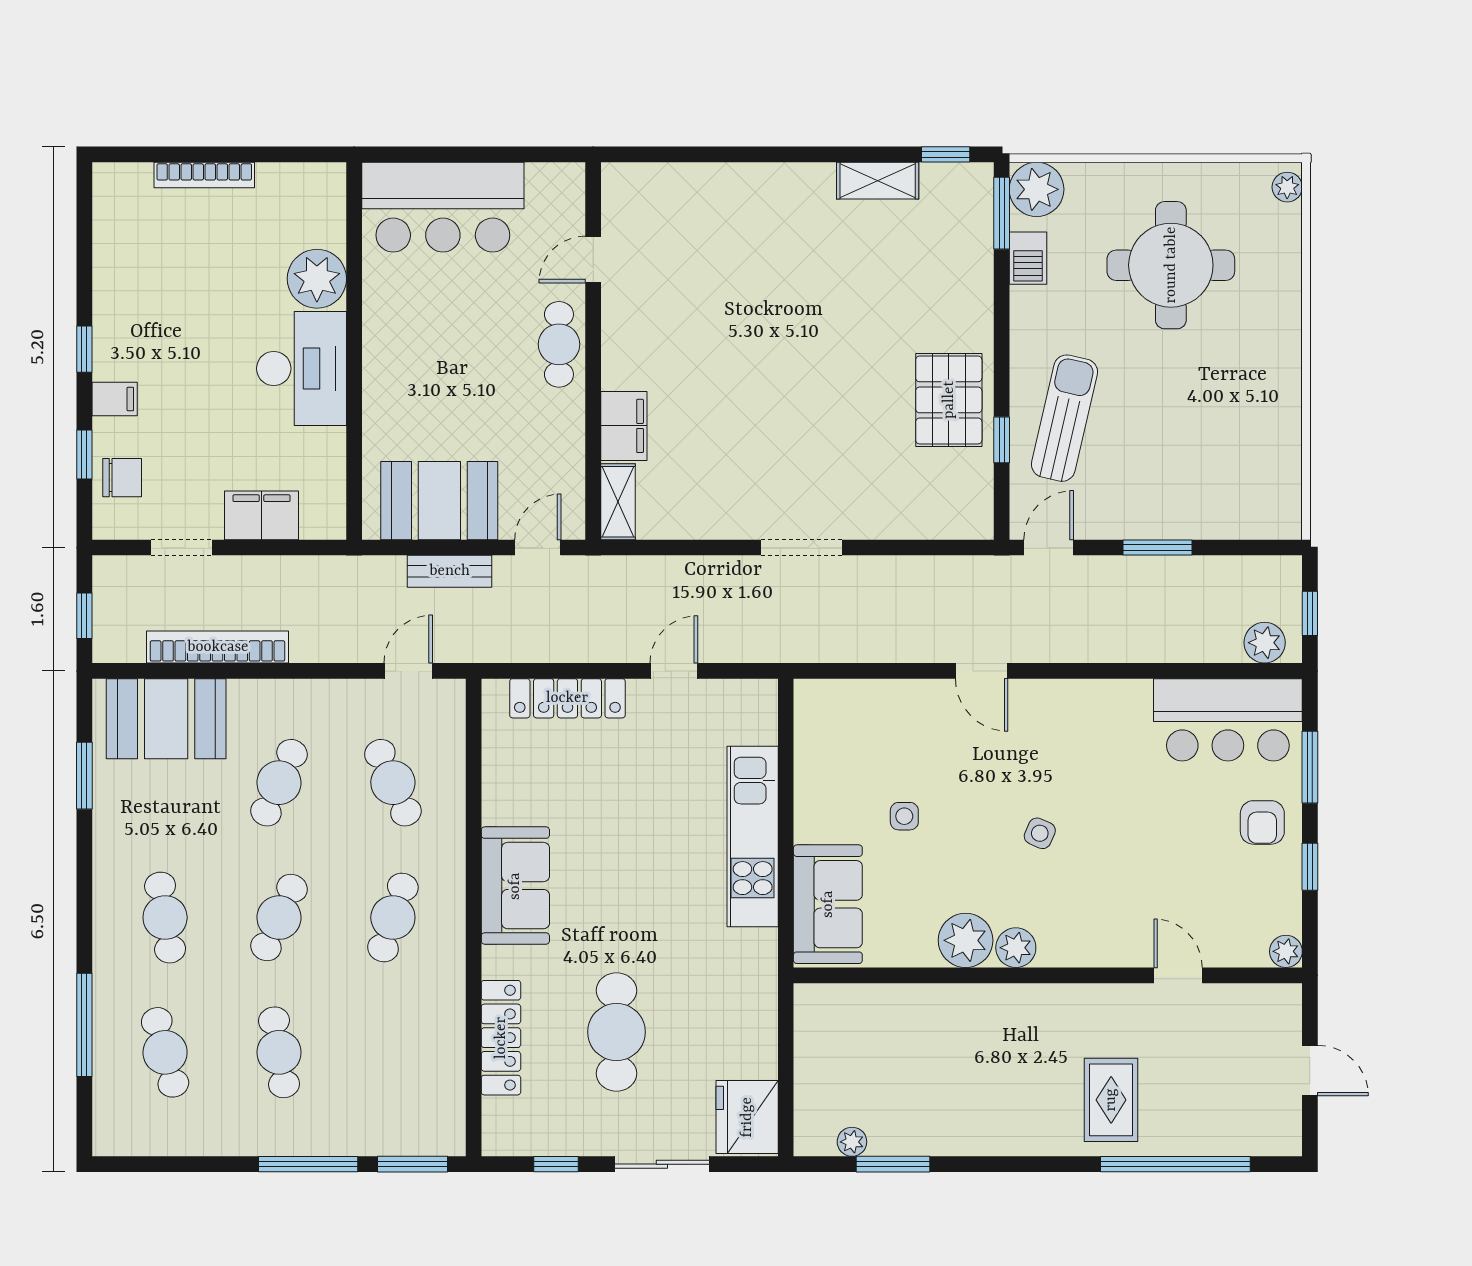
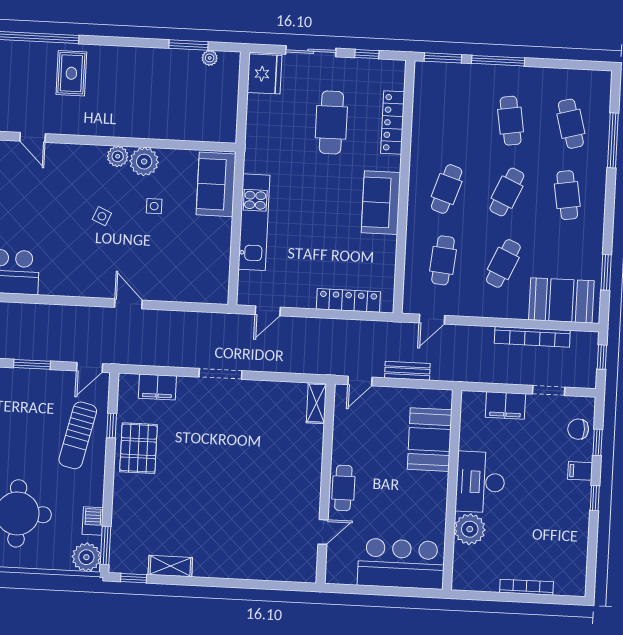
filing cabinet: (624, 426) -> (157, 387), moved, turned -90
booth: (439, 501) -> (430, 440), moved, turned 90
door: (674, 671) -> (268, 311), moved
cafe table: (393, 783) -> (443, 260), turned 30
side table: (904, 816) -> (154, 206), moved

